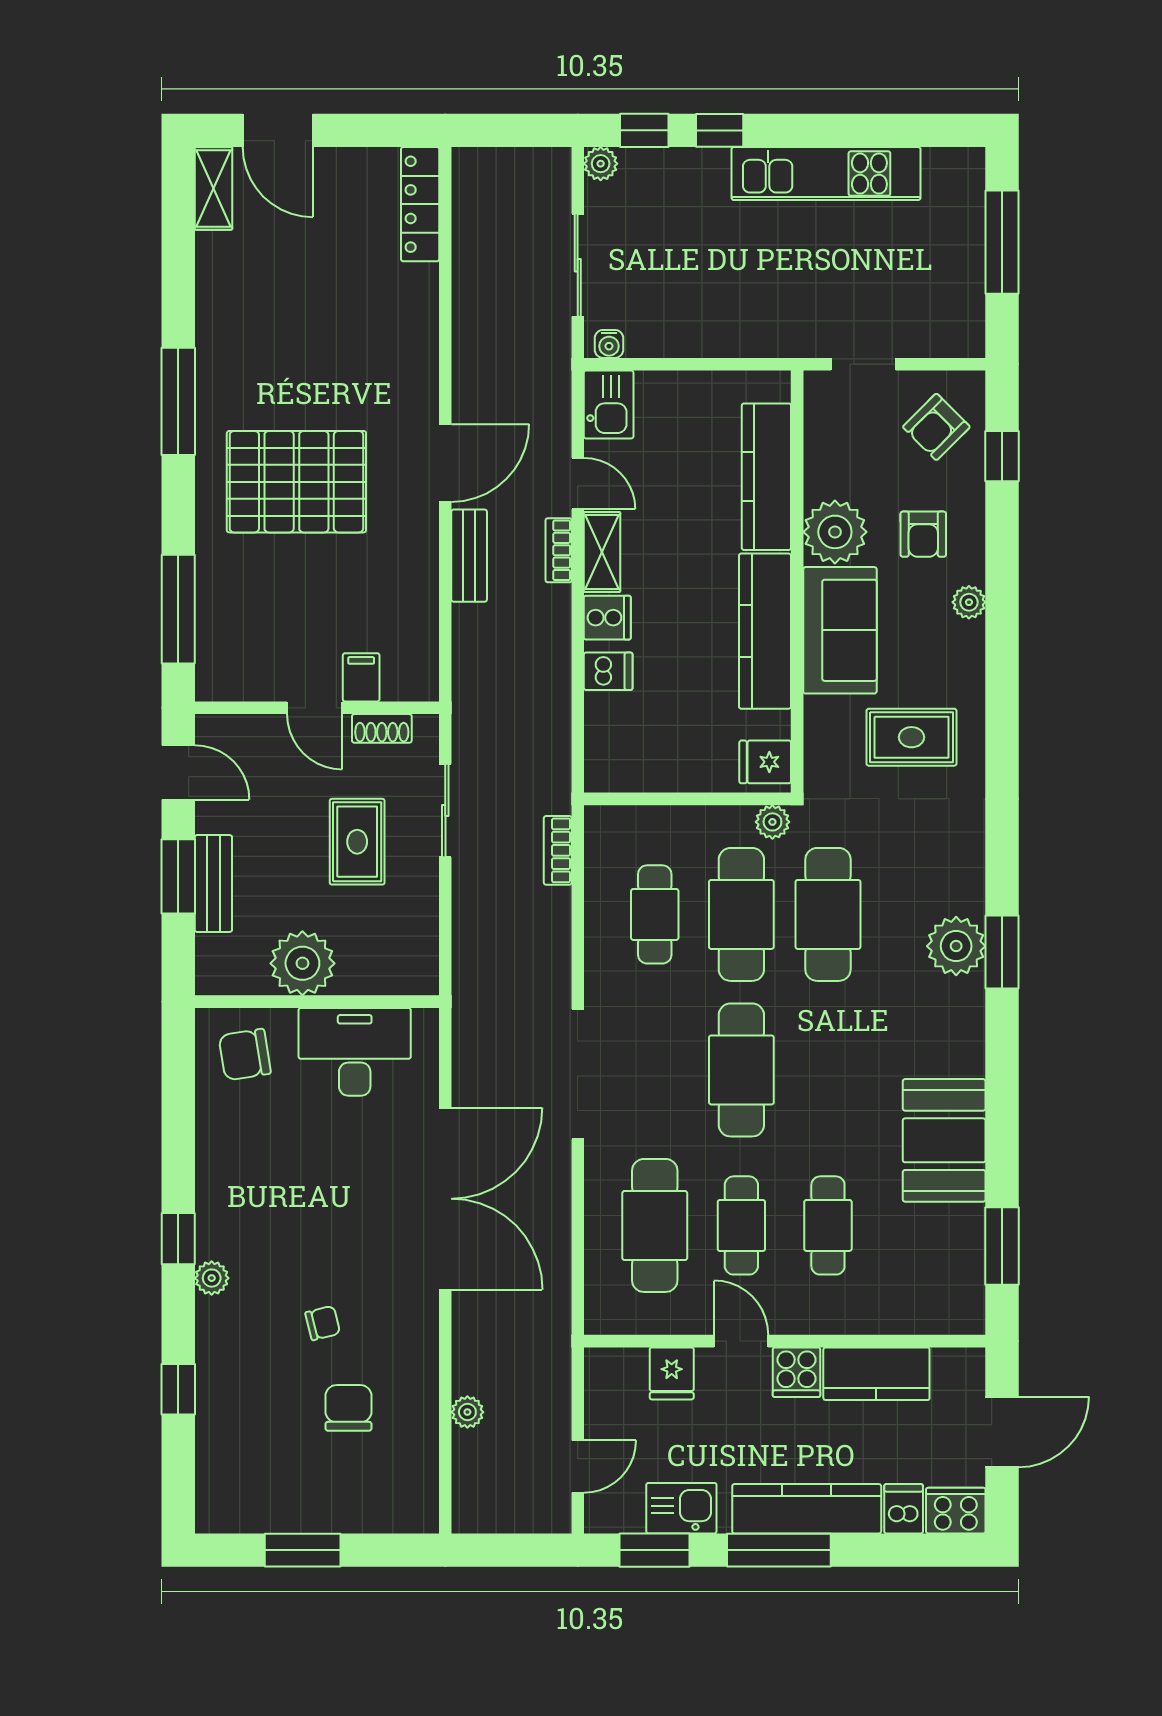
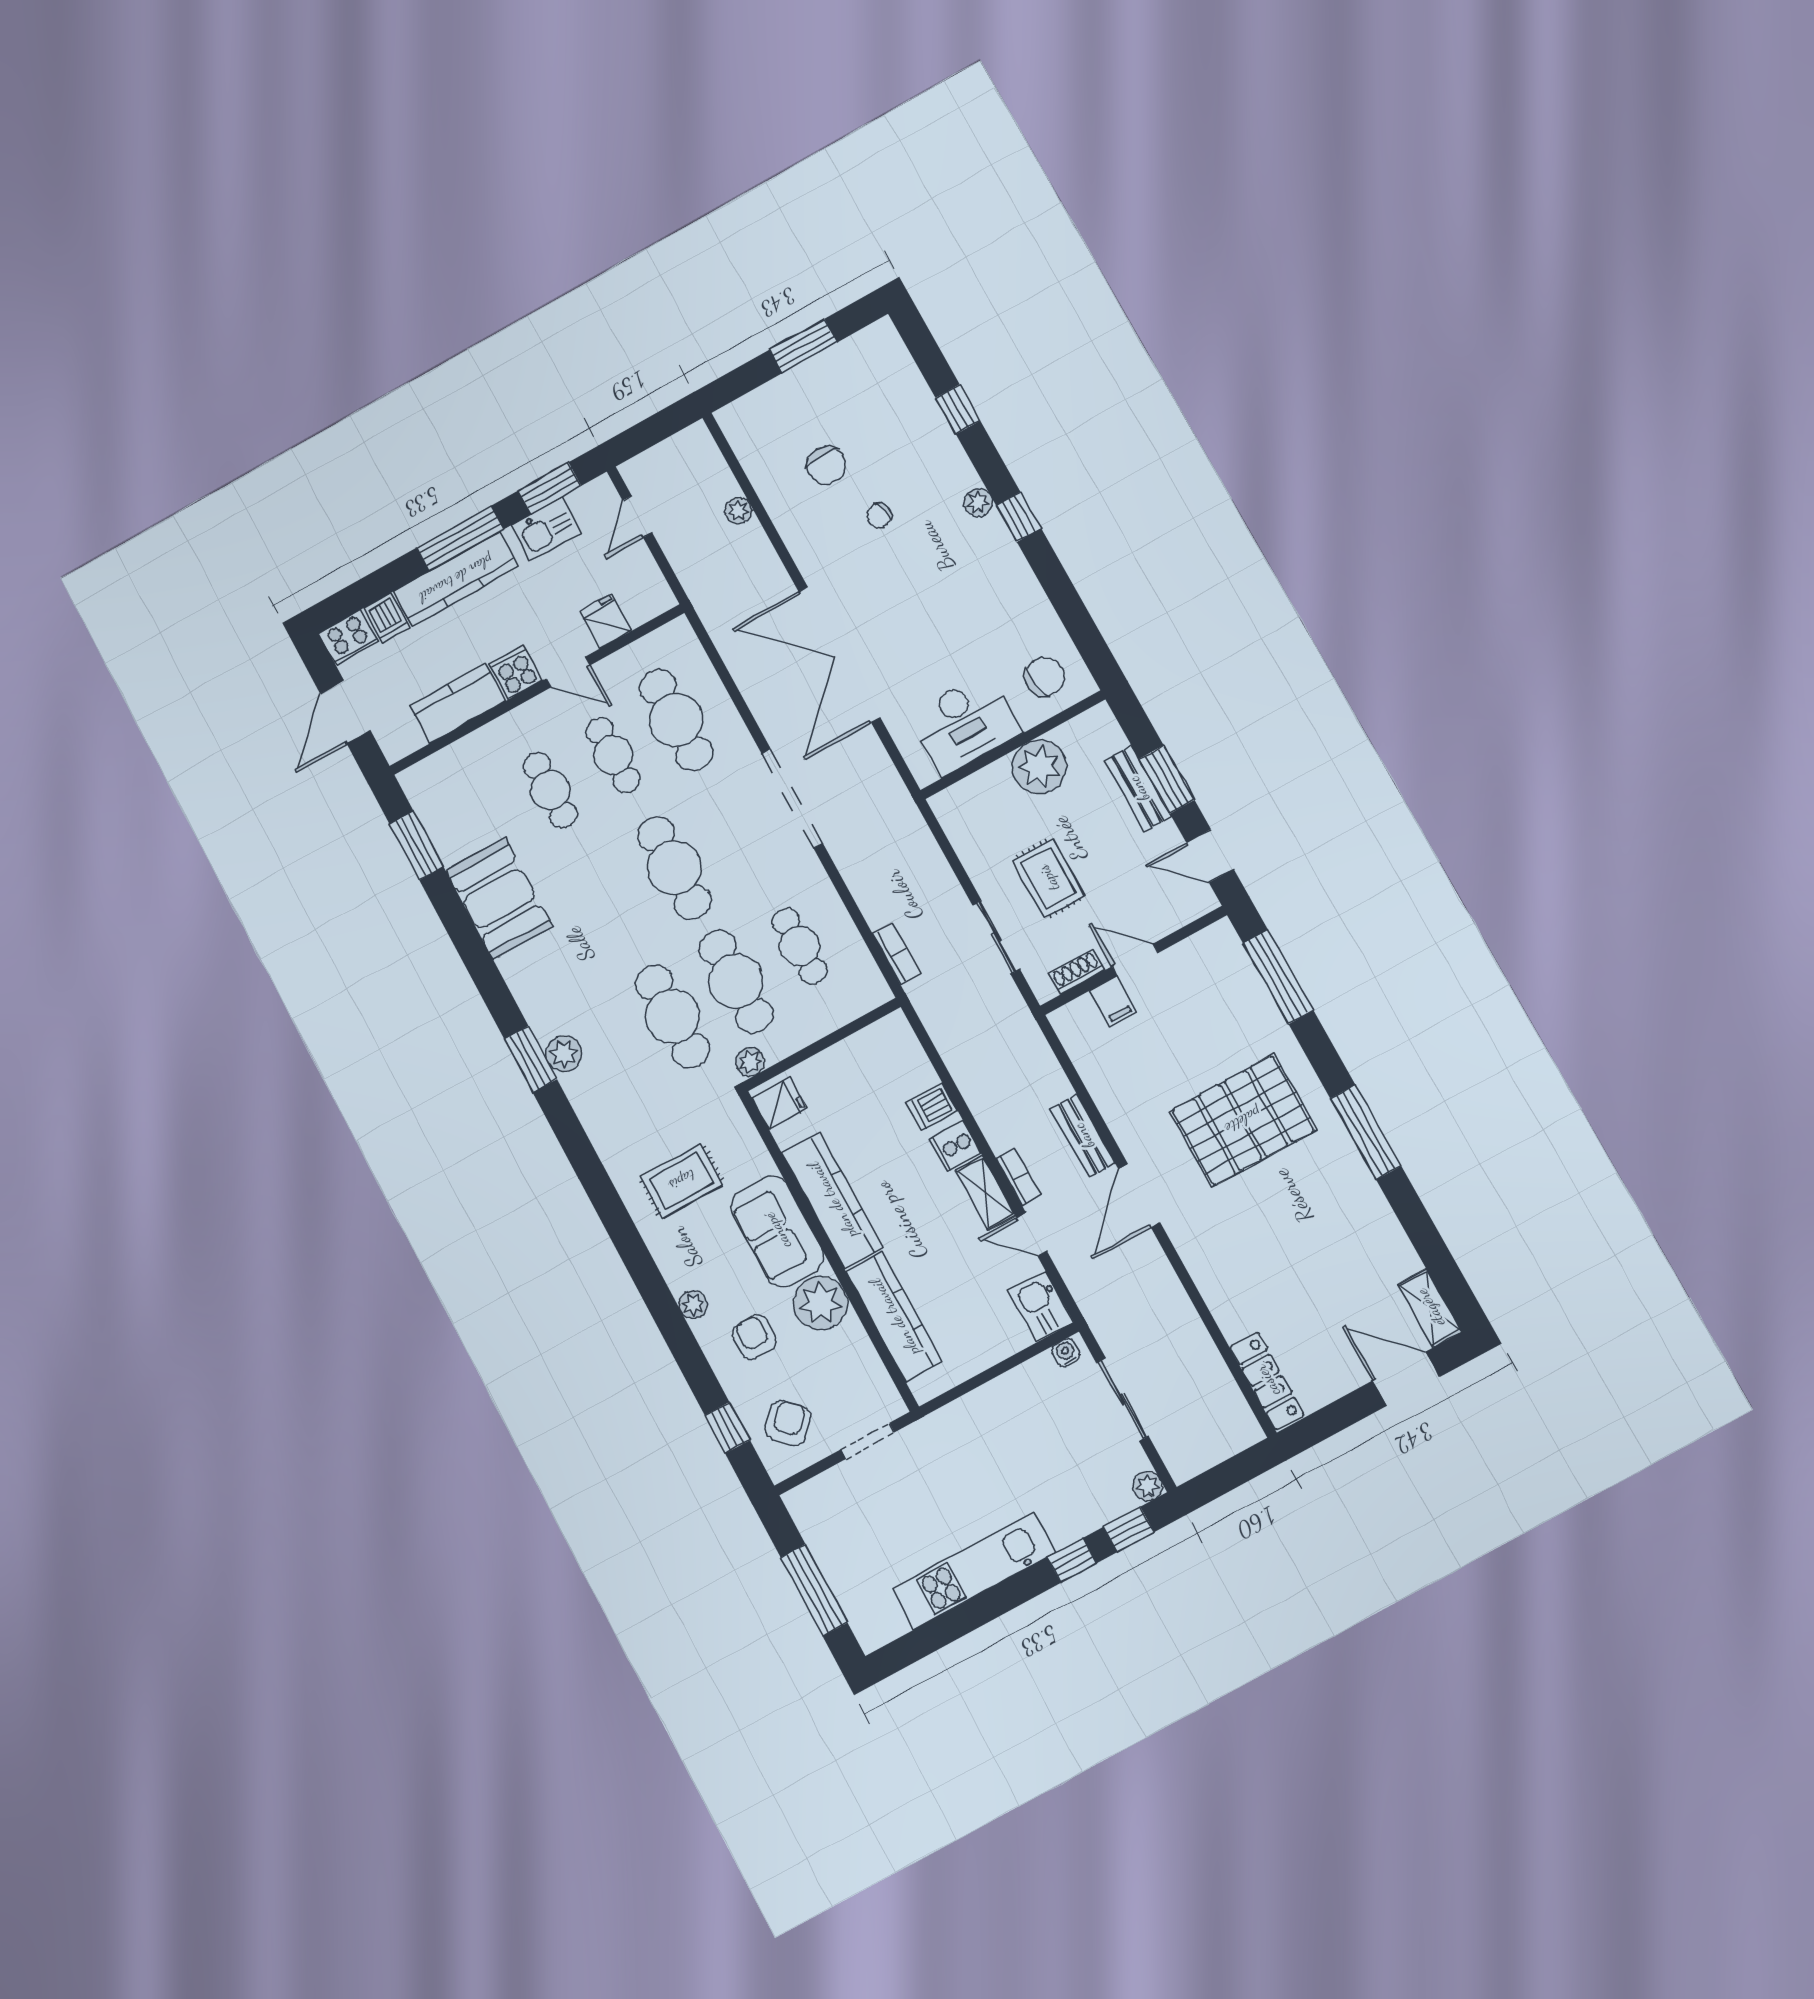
plant: (956, 946) -> (564, 1054), width x0.73, depth x0.73

